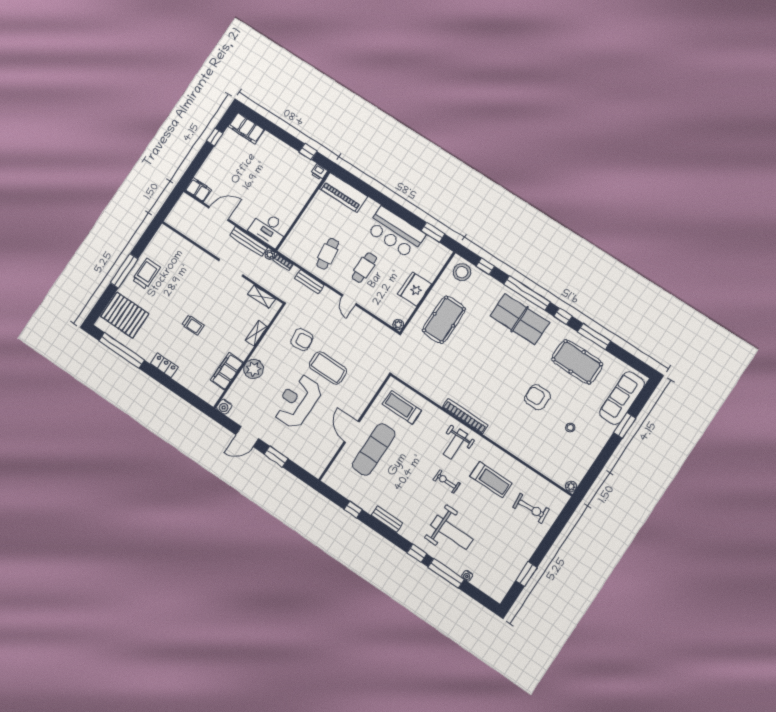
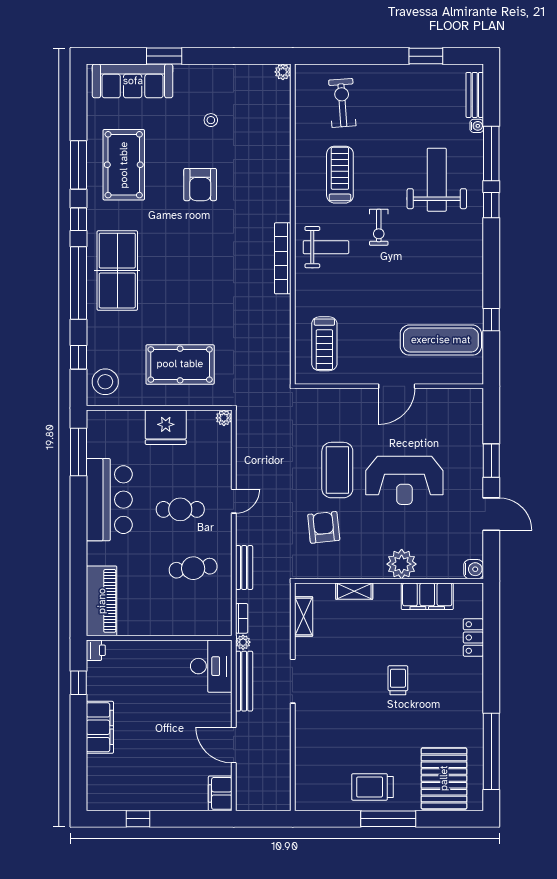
filing cabinet: (246, 128) -> (100, 727), moved
window: (433, 232) -> (78, 452), width x1.44
locker: (164, 365) -> (473, 638), moved
exercise mat: (374, 449) -> (441, 340), moved
bench: (387, 519) -> (475, 95), moved

